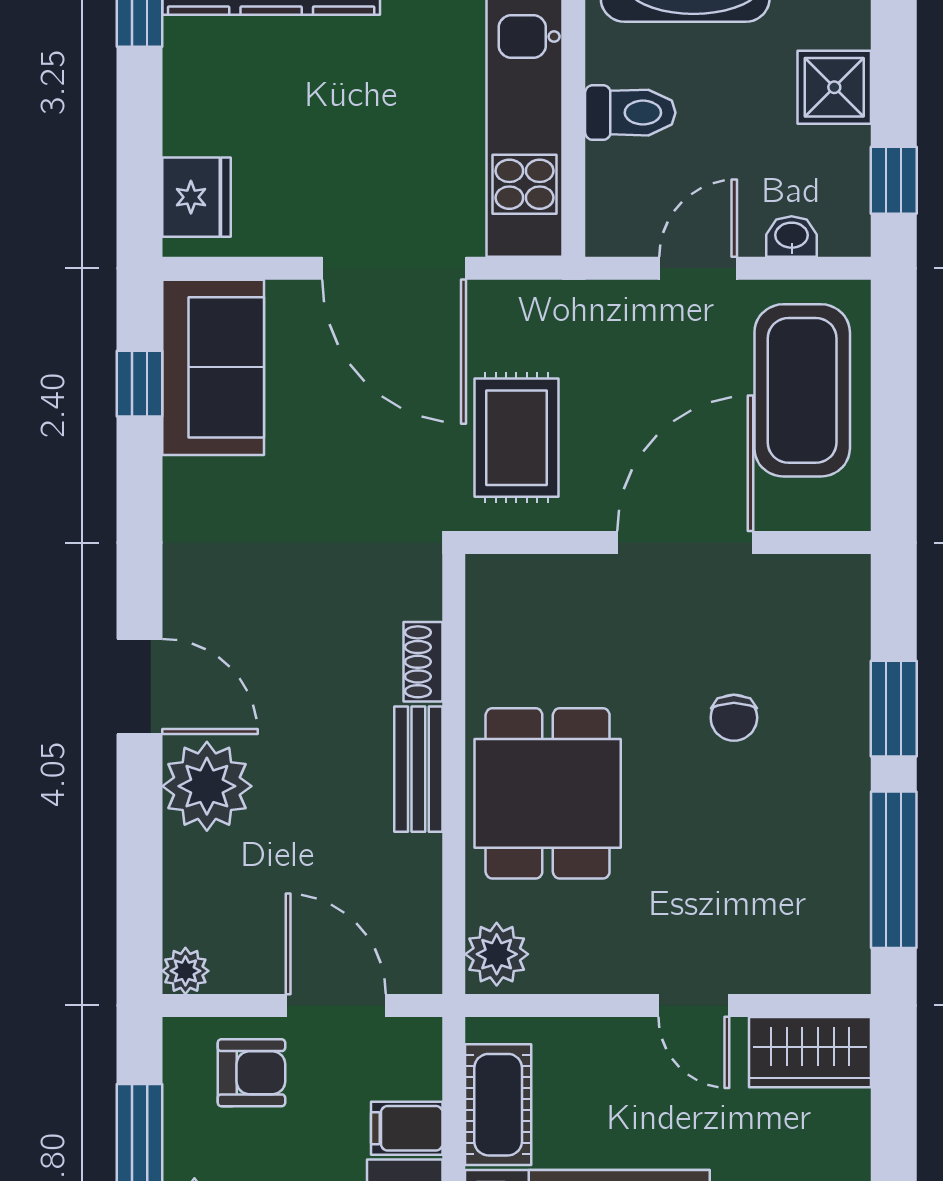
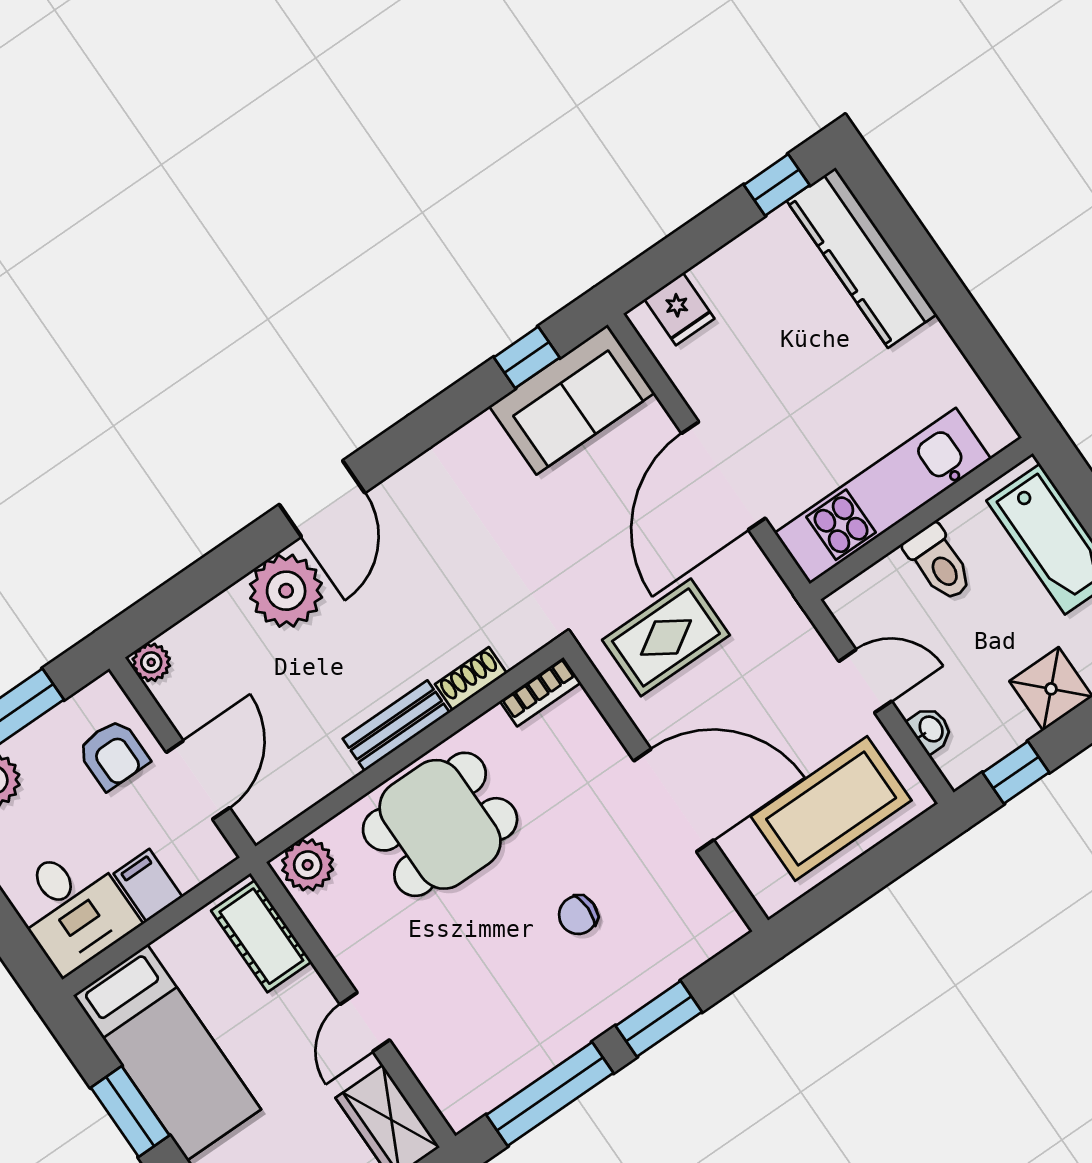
fridge: (196, 197) -> (679, 309), width x0.72
bookcase: (484, 601) -> (540, 692), added
cot: (498, 1105) -> (261, 936), moved, turned 90

